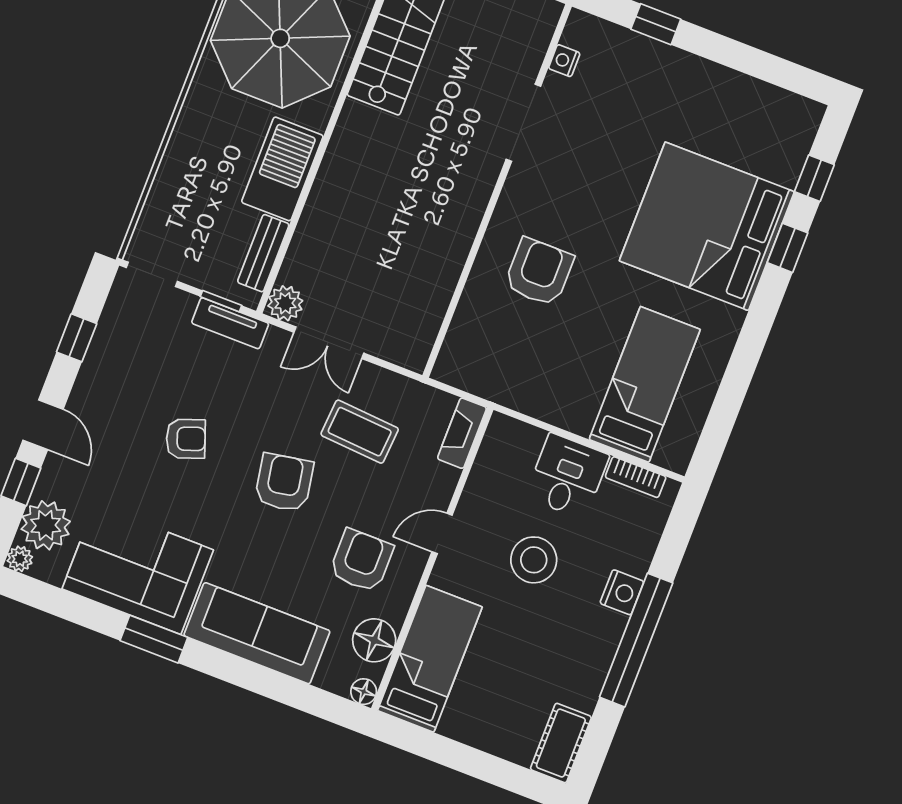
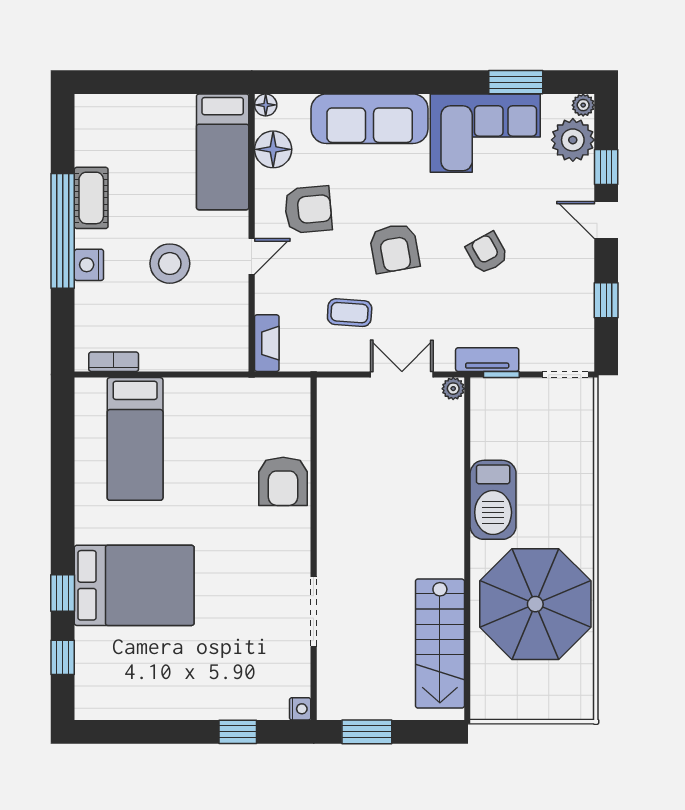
nightstand: (564, 61) -> (300, 709), moved
bed: (707, 226) -> (134, 585), width x0.73
bench: (263, 253) -> (482, 426), removed
armchair: (539, 272) -> (283, 481), moved
plant: (285, 303) -> (453, 389), width x0.73, depth x0.73
coffee table: (360, 432) -> (350, 313), width x0.73, depth x0.77
armchair: (186, 439) -> (487, 253), turned 81
desk: (567, 476) -> (169, 341), removed
armchair: (361, 561) -> (308, 210), turned -95
window: (154, 639) -> (516, 82), moved
cot: (561, 743) -> (91, 198), moved

